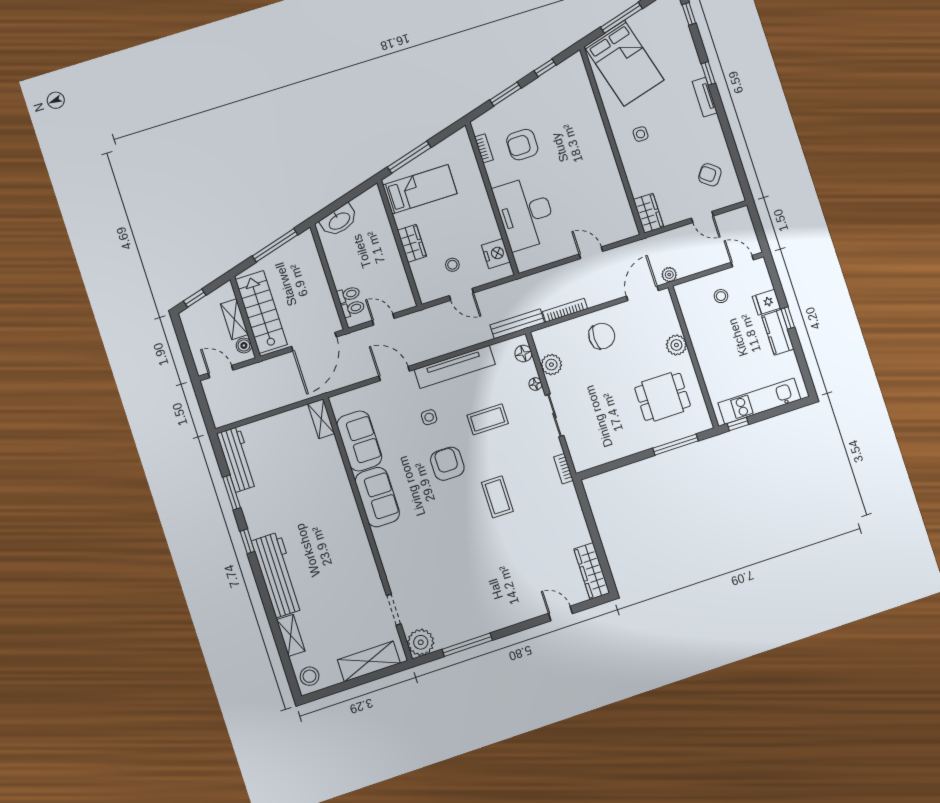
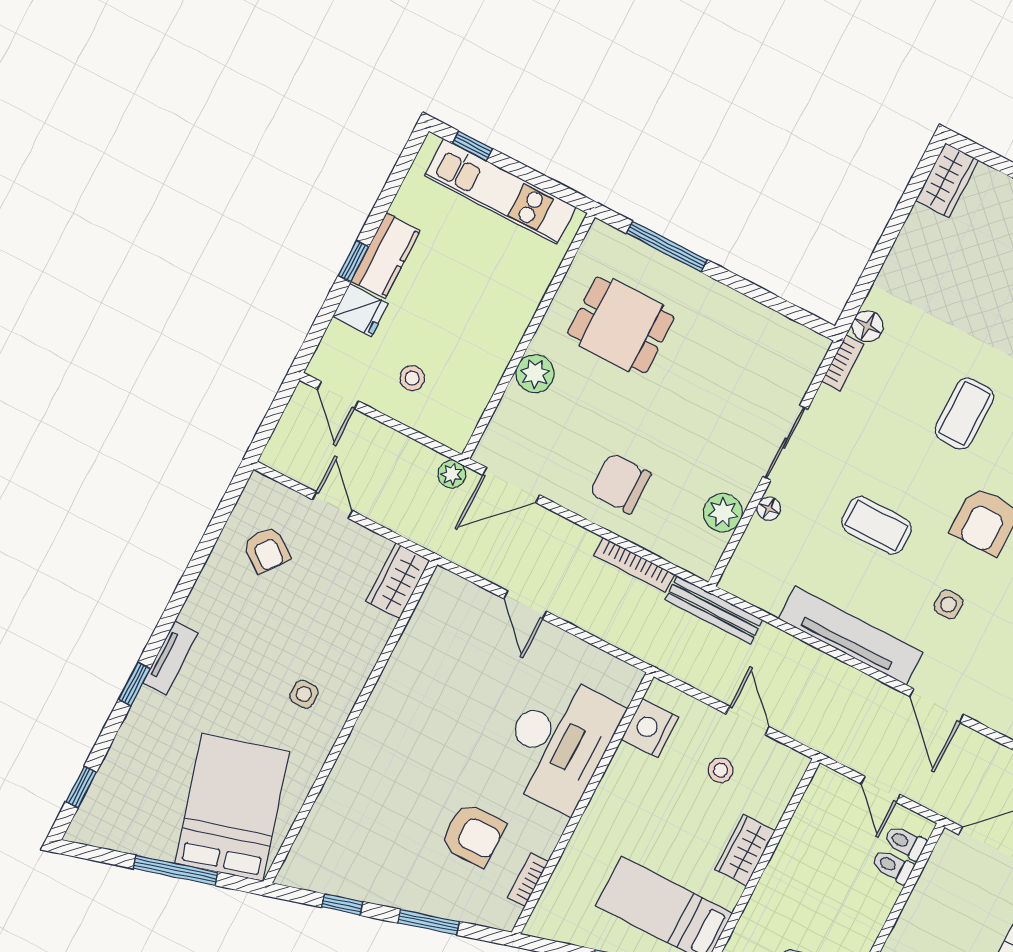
floor lamp: (523, 353) -> (868, 326), moved
window: (738, 424) -> (472, 146), moved
wardrobe: (592, 571) -> (947, 180), width x0.67

